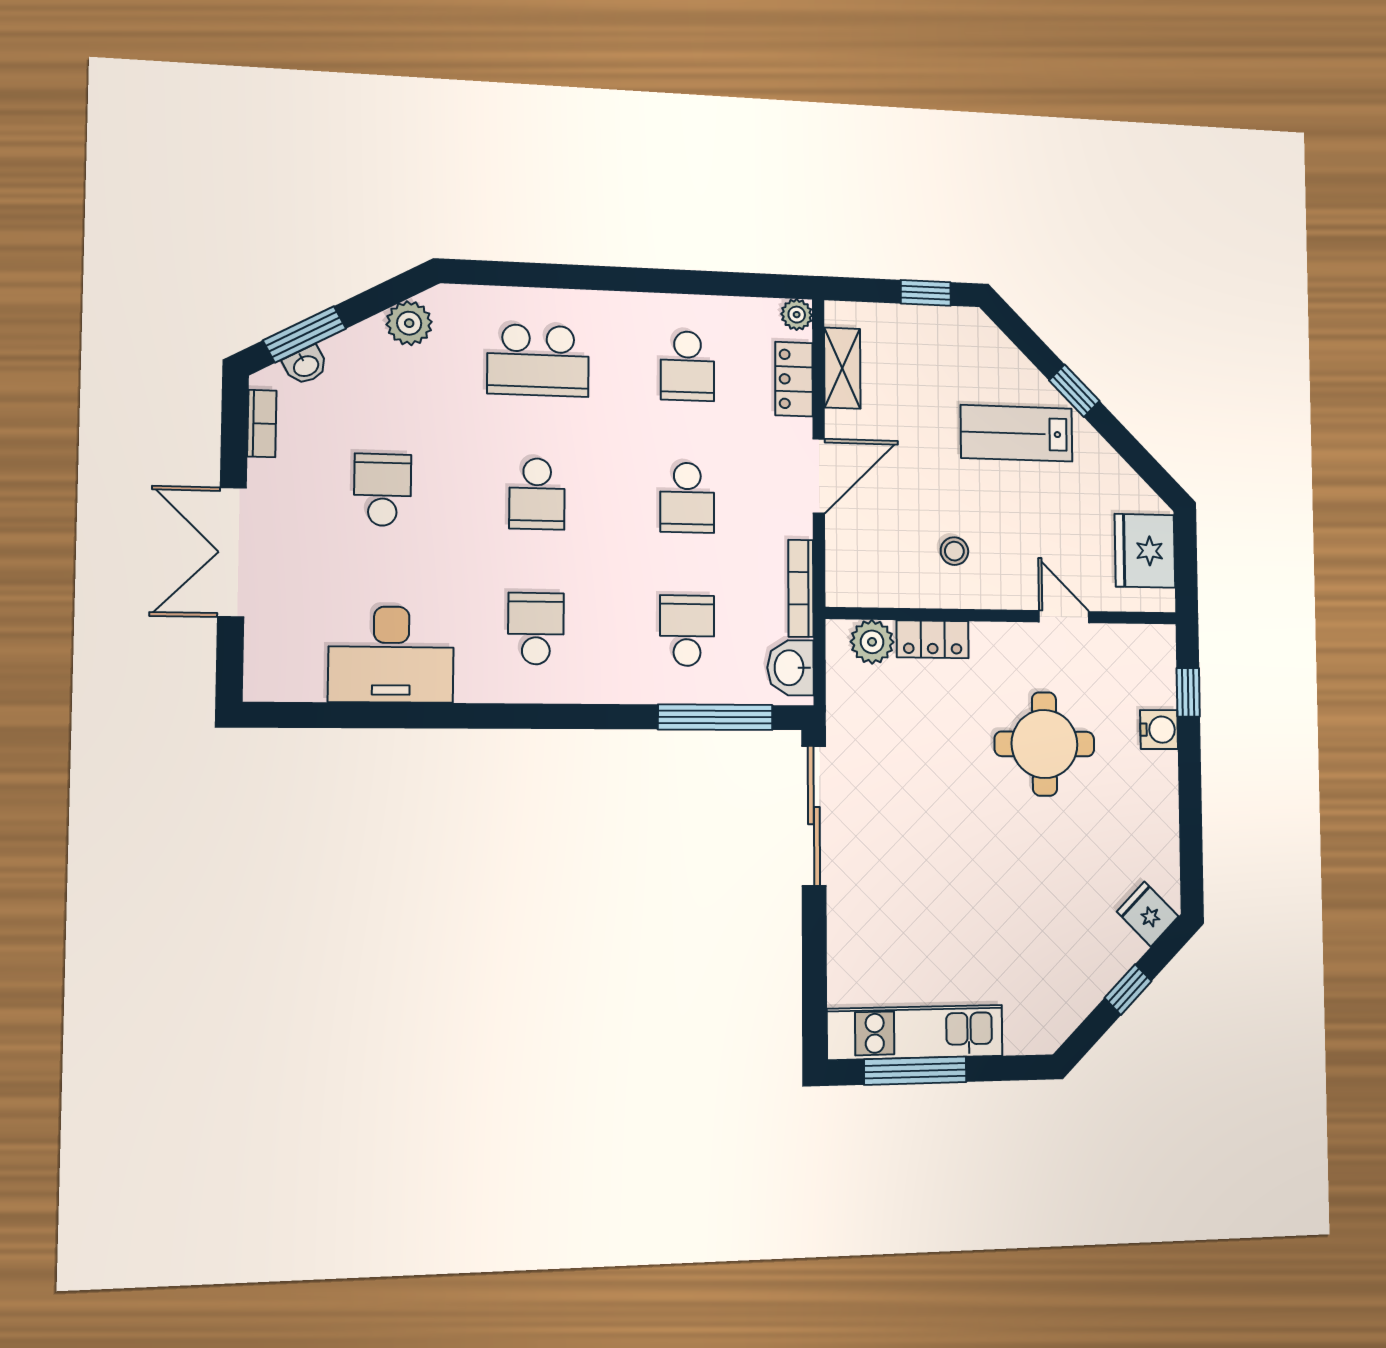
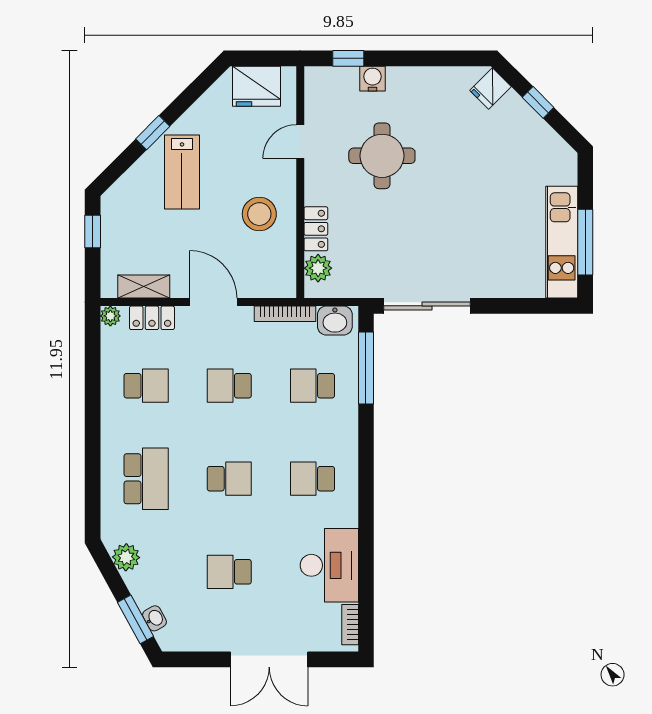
bookcase: (262, 423) -> (350, 625), moved, turned -90
school desk: (687, 498) -> (229, 386), turned 180
stool: (954, 551) -> (259, 214), width x1.89, depth x1.89

